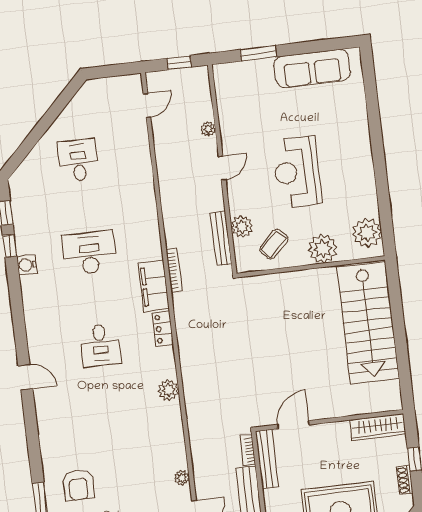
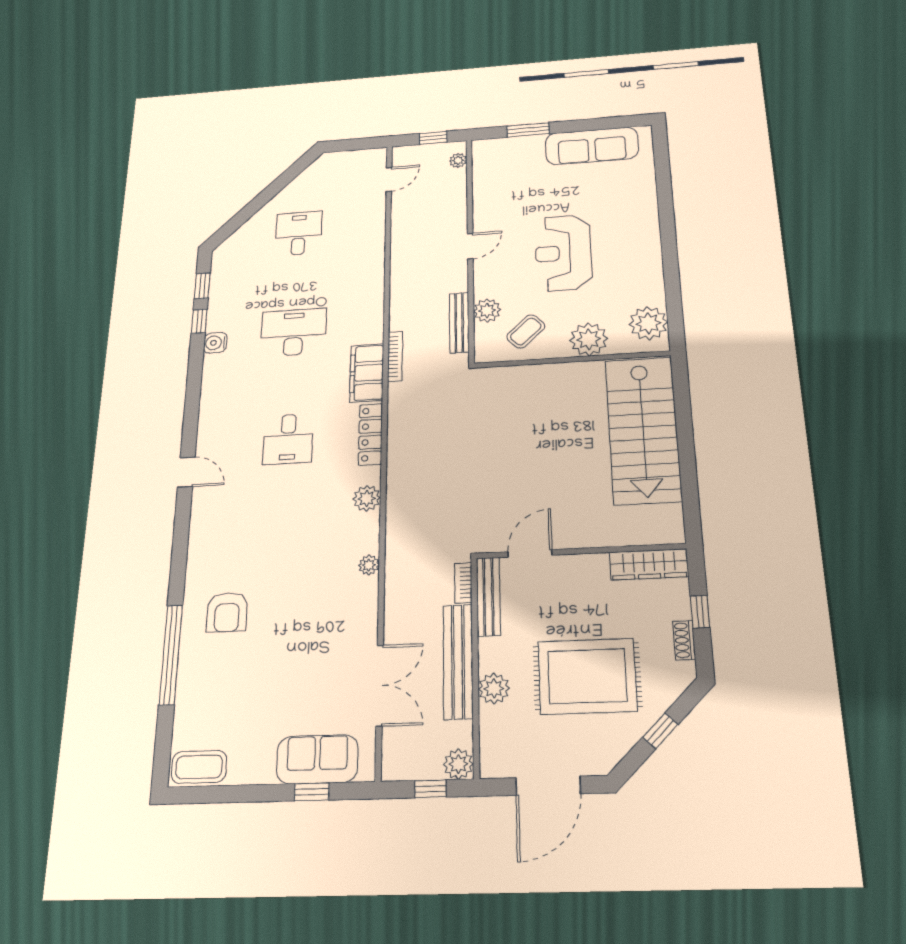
plant: (208, 129) -> (458, 160), moved
locker: (163, 329) -> (370, 434), width x1.53
plant: (182, 478) -> (369, 565), moved

